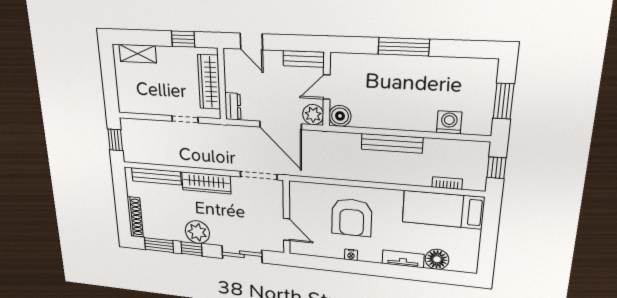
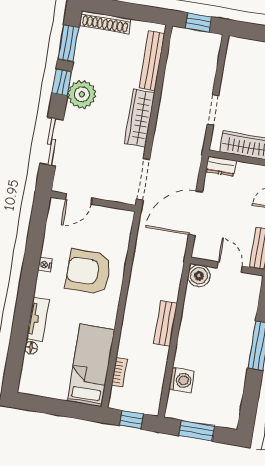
plant: (313, 115) -> (203, 249), removed
bench: (392, 143) -> (165, 323), width x0.73
floor lamp: (437, 259) -> (31, 348), width x0.53, depth x0.53

